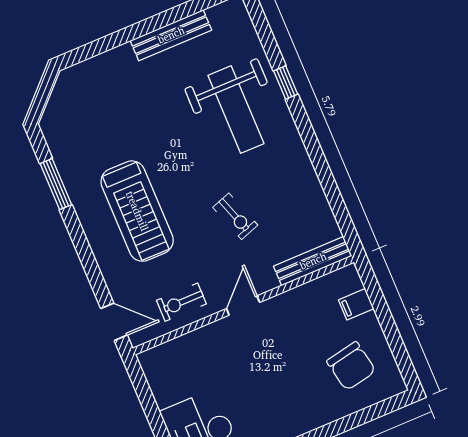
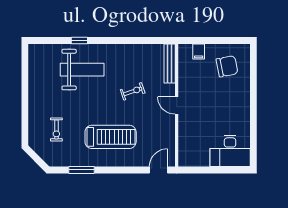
bench: (171, 35) -> (34, 86), removed
exercise bike: (181, 302) -> (56, 129), moved

